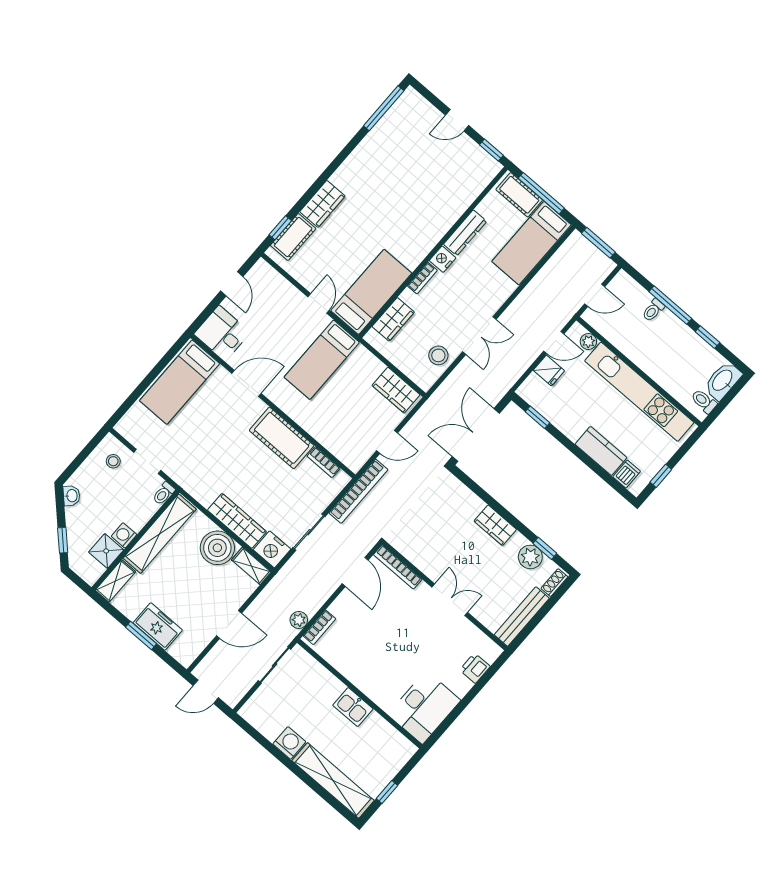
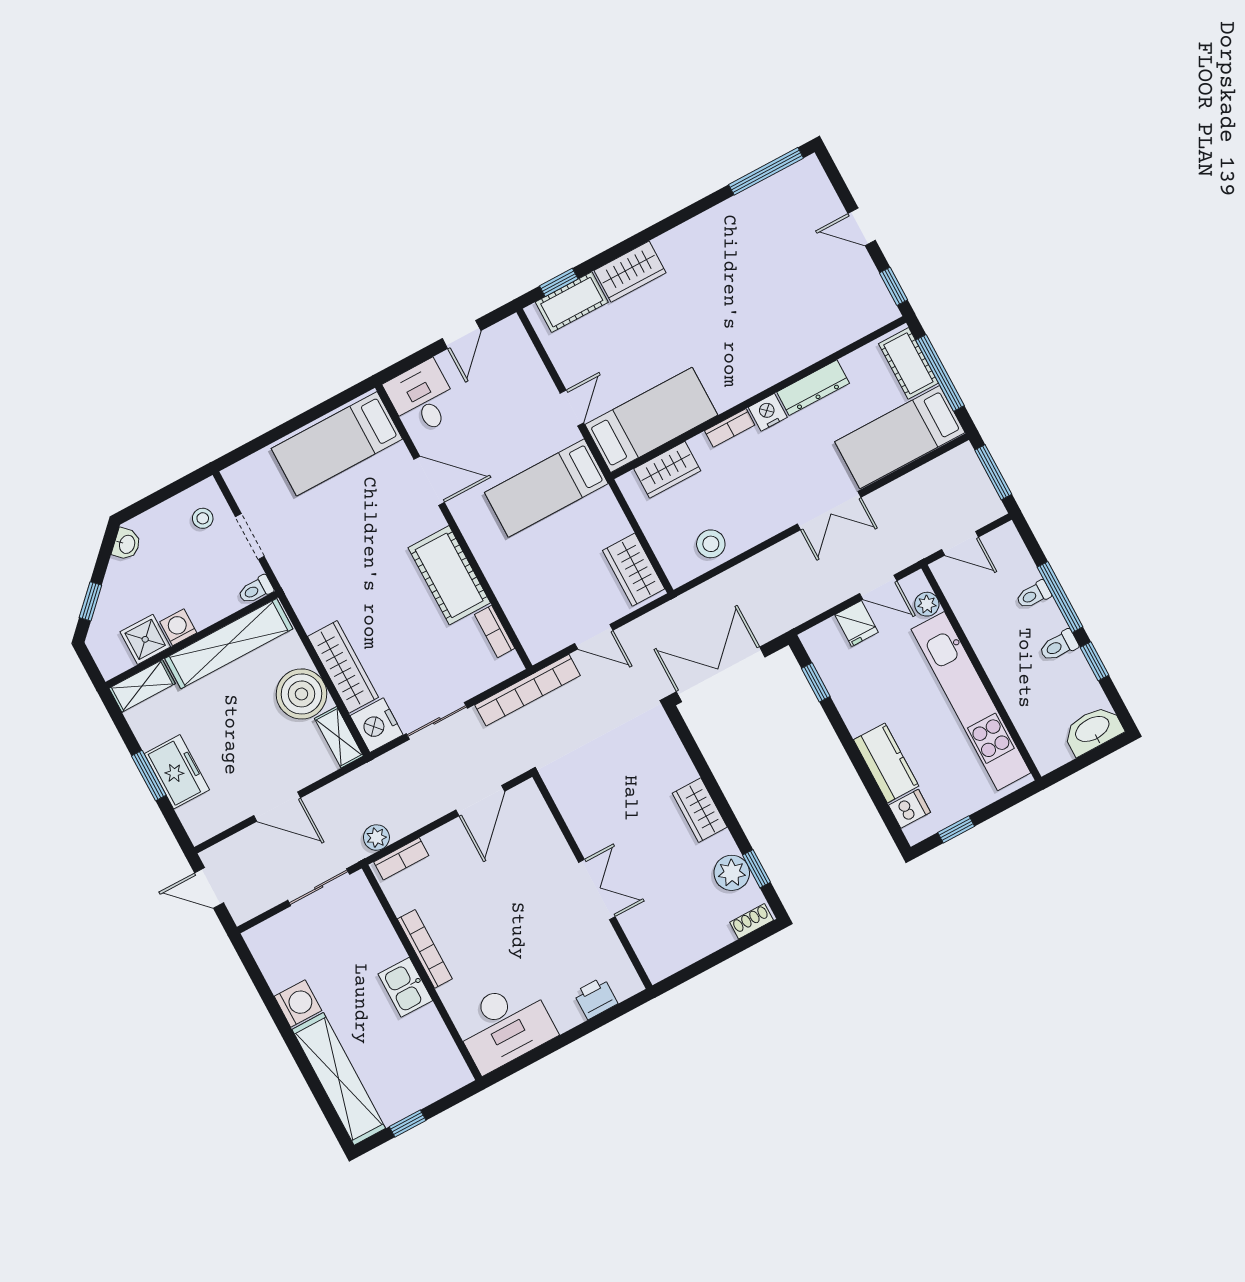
double door: (479, 335) -> (829, 511), moved
toilet: (704, 401) -> (1059, 646), moved, turned -90
bookcase: (398, 567) -> (425, 949), moved, turned 180
bench: (522, 617) -> (688, 951), removed

